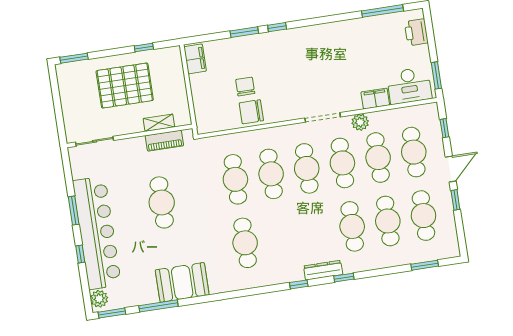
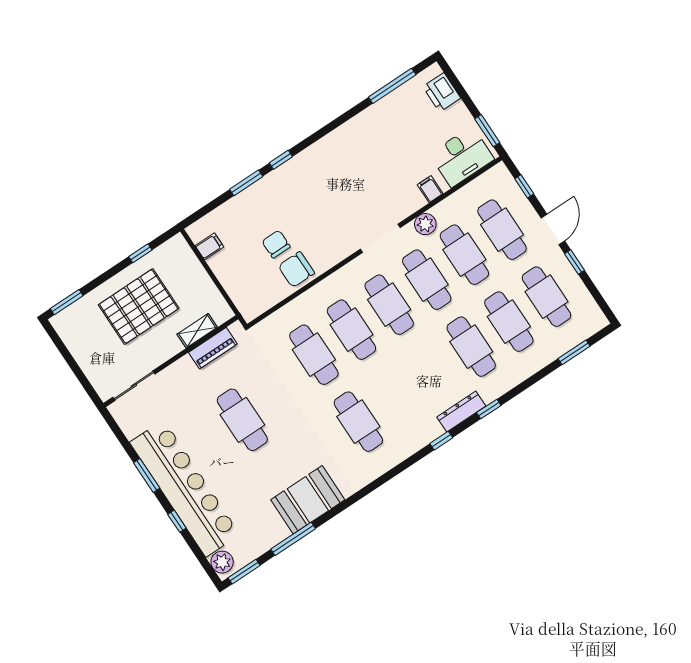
filing cabinet: (195, 59) -> (209, 246), width x0.50
filing cabinet: (375, 99) -> (430, 189), width x0.50

